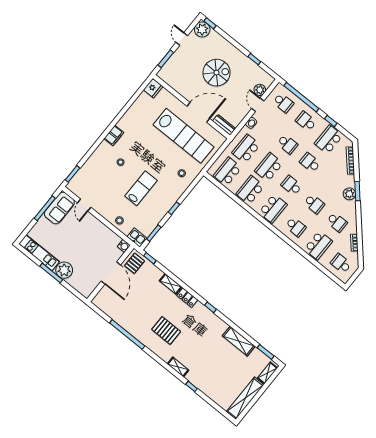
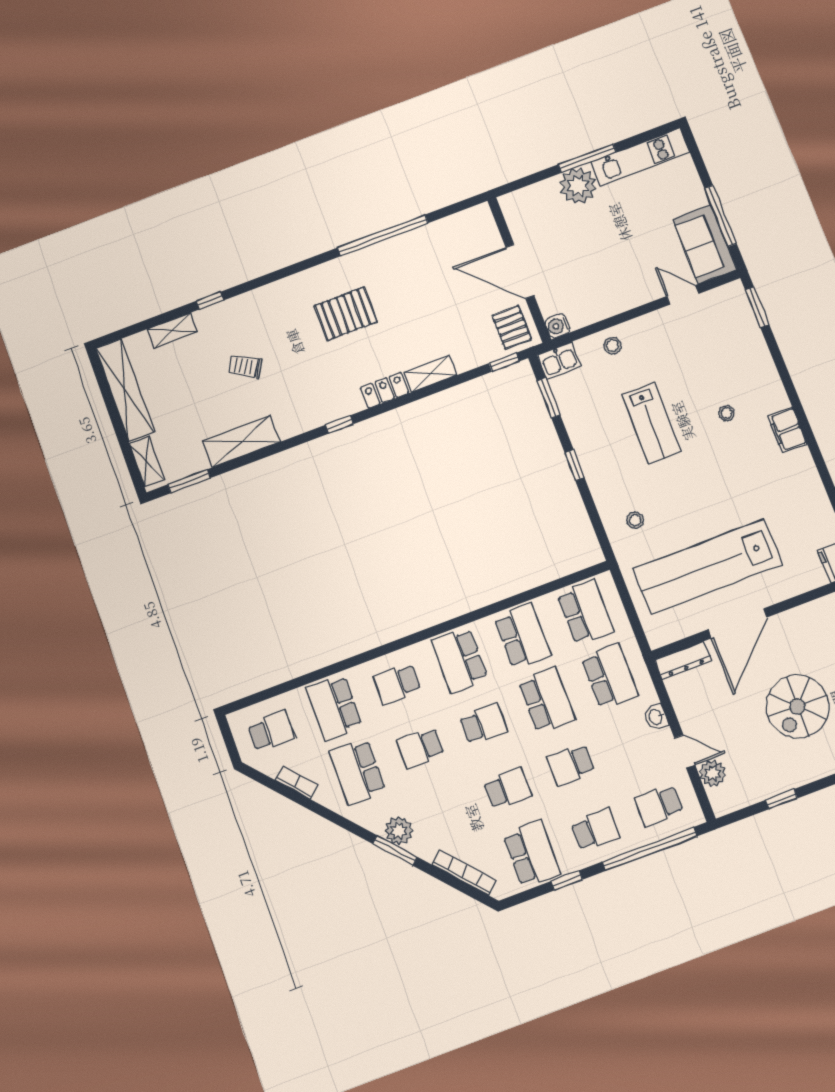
school desk: (337, 222) -> (357, 772), width x1.85
trolley: (209, 357) -> (246, 366), added
shelving: (178, 367) -> (172, 330), moved

